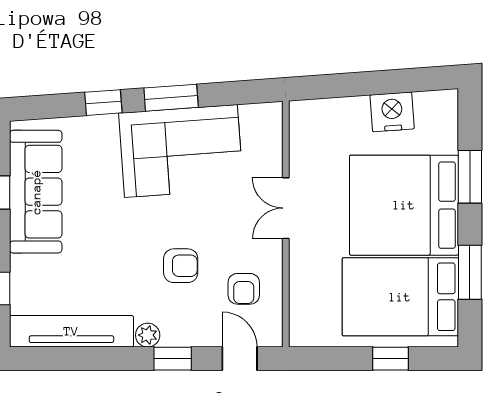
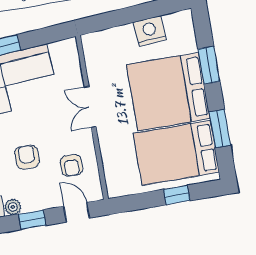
armchair: (181, 266) -> (27, 157), turned -90

